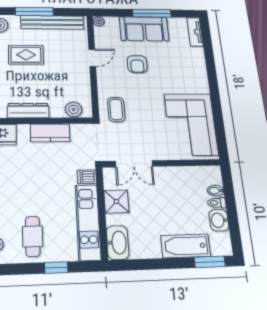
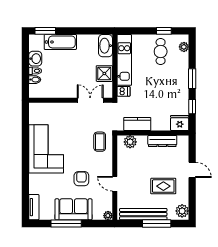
door: (92, 58) -> (115, 184), hinge flipped
corner sofa: (191, 124) -> (46, 149), moved
kitchen counter: (50, 133) -> (137, 124), moved
window: (56, 268) -> (164, 31), moved

